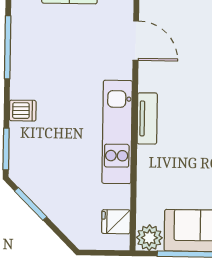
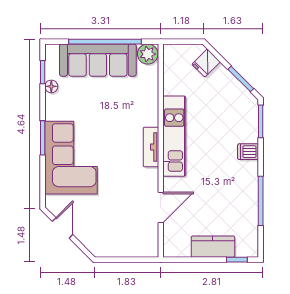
door: (136, 41) -> (161, 208), swing flipped
fridge: (116, 222) -> (206, 63), moved, turned 135

